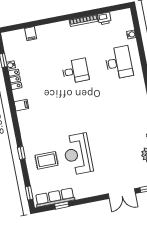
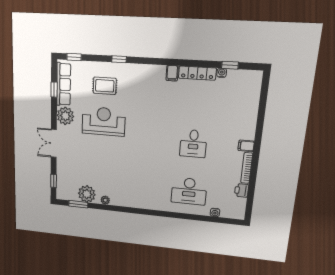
filing cabinet: (31, 34) -> (246, 146), moved
locker: (15, 79) -> (197, 73), width x1.53
rug: (47, 160) -> (105, 86), turned 90
plant: (82, 190) -> (65, 116), added
double door: (122, 194) -> (54, 143), moved

